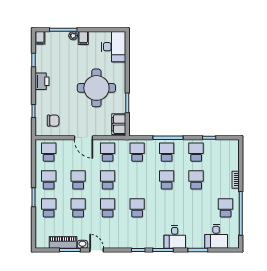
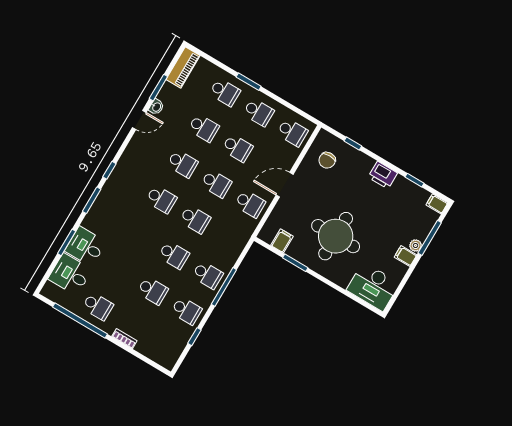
filing cabinet: (119, 124) -> (282, 241), width x0.50
school desk: (137, 152) -> (195, 219), moved
desk: (175, 237) -> (85, 246), moved
piano: (63, 242) -> (183, 68), moved

